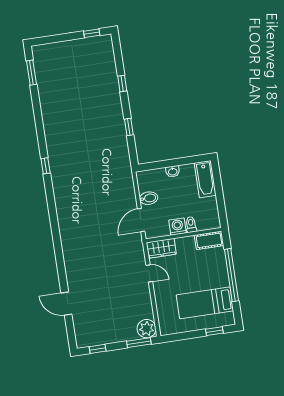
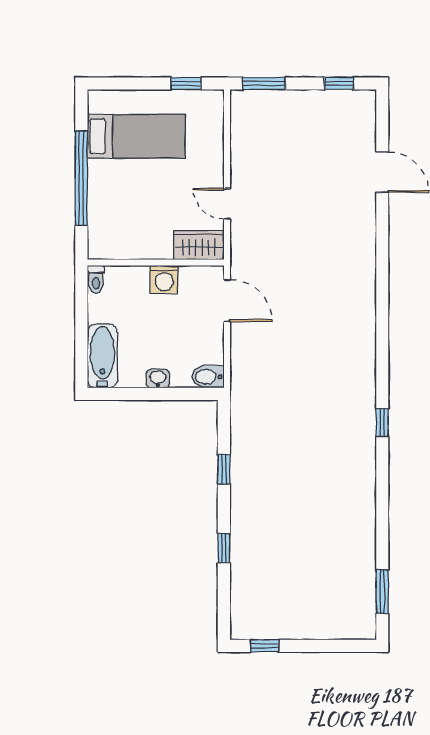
bidet: (149, 198) -> (208, 377), moved
door: (141, 220) -> (227, 300), hinge flipped
toilet: (191, 225) -> (96, 279), moved
cot: (209, 240) -> (112, 246), removed
plant: (147, 329) -> (247, 106), removed
window: (214, 331) -> (186, 83), moved

